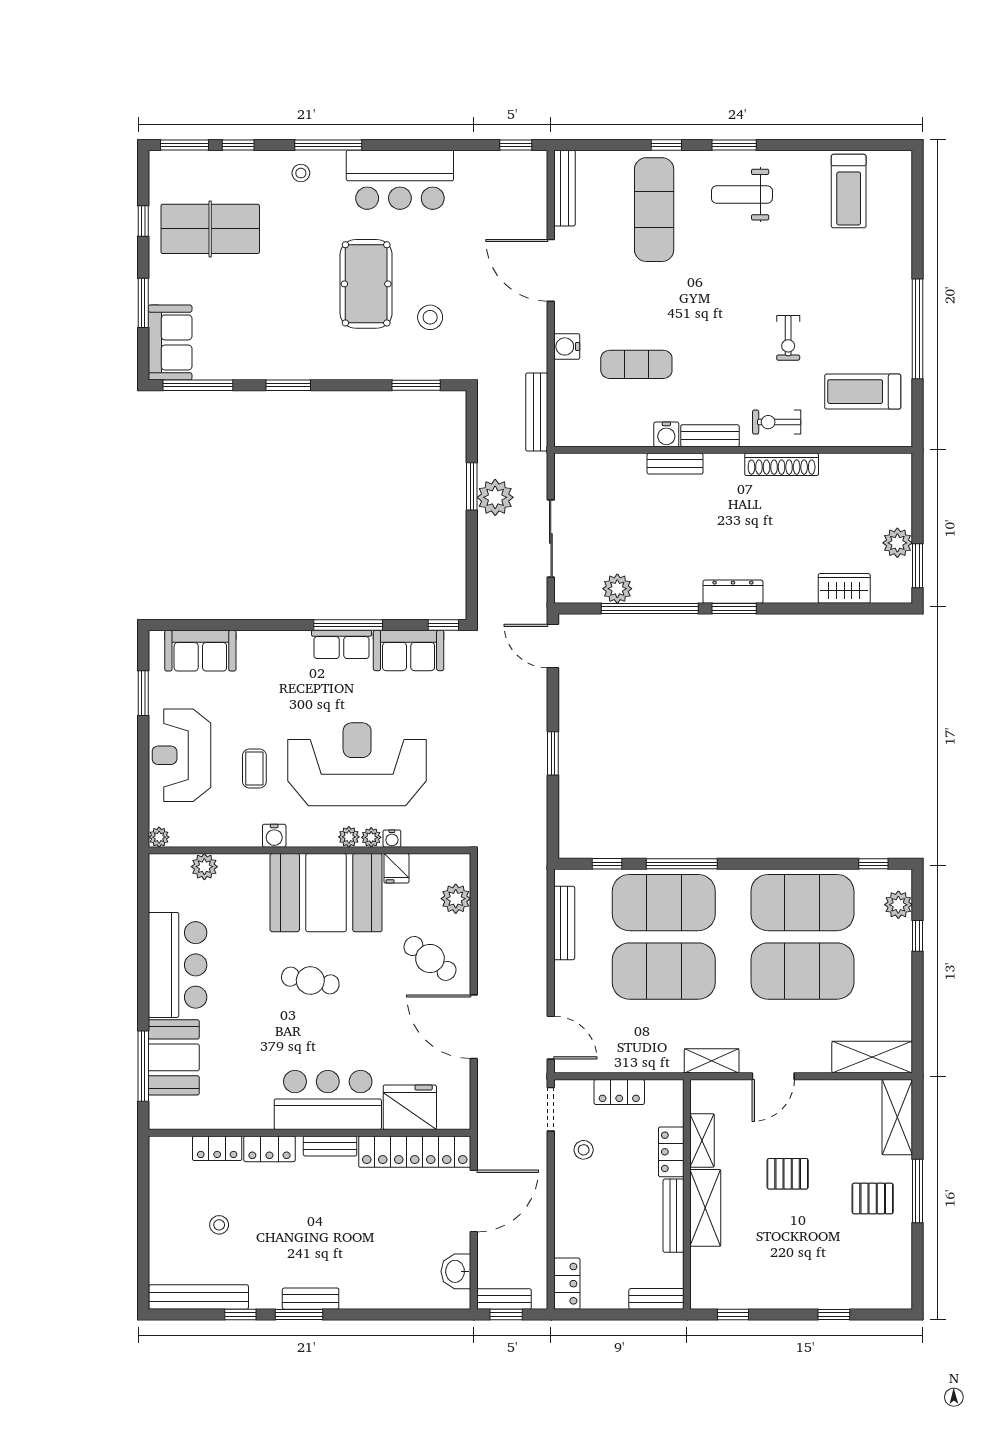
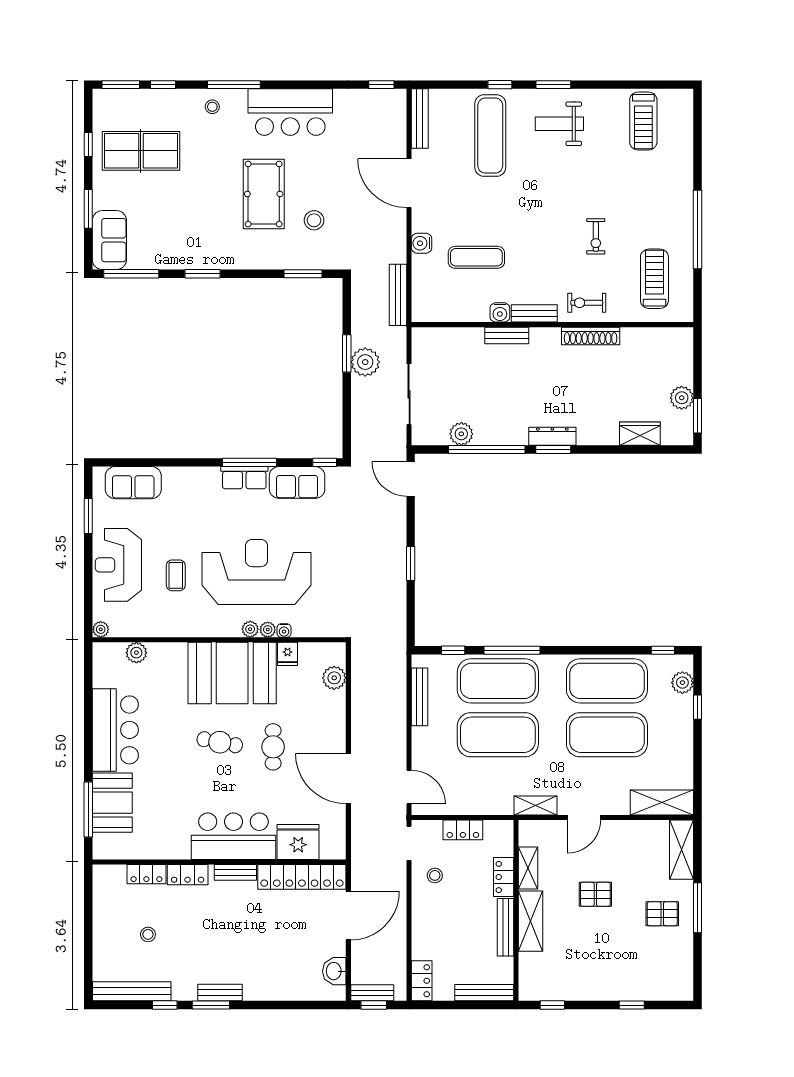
treadmill: (863, 392) -> (654, 279), turned 90
water cooler: (274, 836) -> (191, 628), removed
cafe table: (430, 958) -> (273, 747), moved, turned 53
bench: (656, 1299) -> (484, 993), width x1.36

